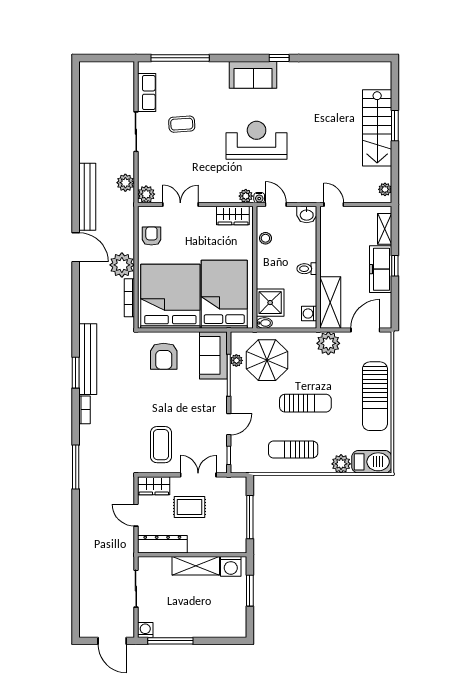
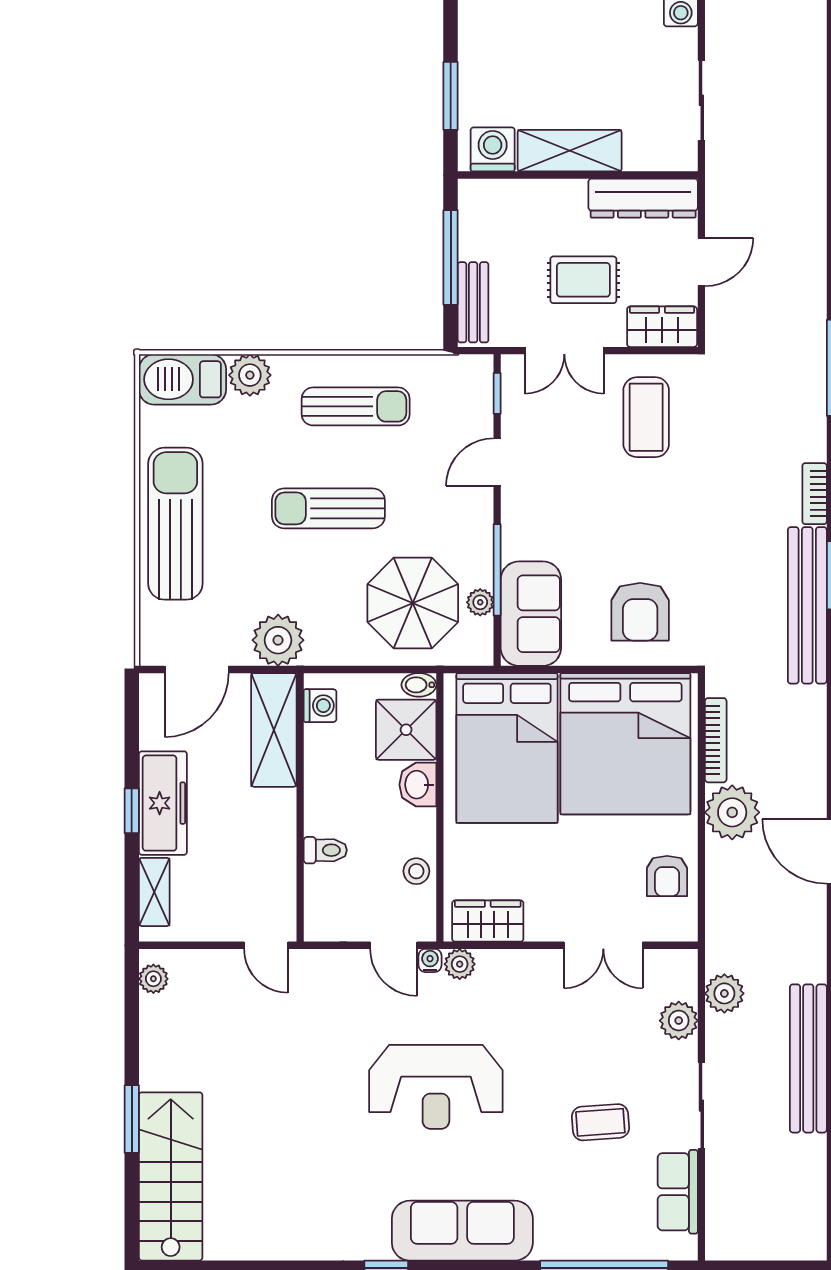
sofa: (253, 75) -> (462, 1231), width x1.36
stairs: (377, 128) -> (171, 1176), moved
plant: (146, 194) -> (679, 1021), moved
bench: (87, 197) -> (808, 1058), moved
washbasin: (307, 215) -> (418, 785), moved, turned -90
toilet: (307, 269) -> (325, 850), moved
armchair: (164, 356) -> (640, 612), turned 180
bench: (240, 497) -> (473, 302), added
door: (136, 515) -> (701, 262), hinge flipped

